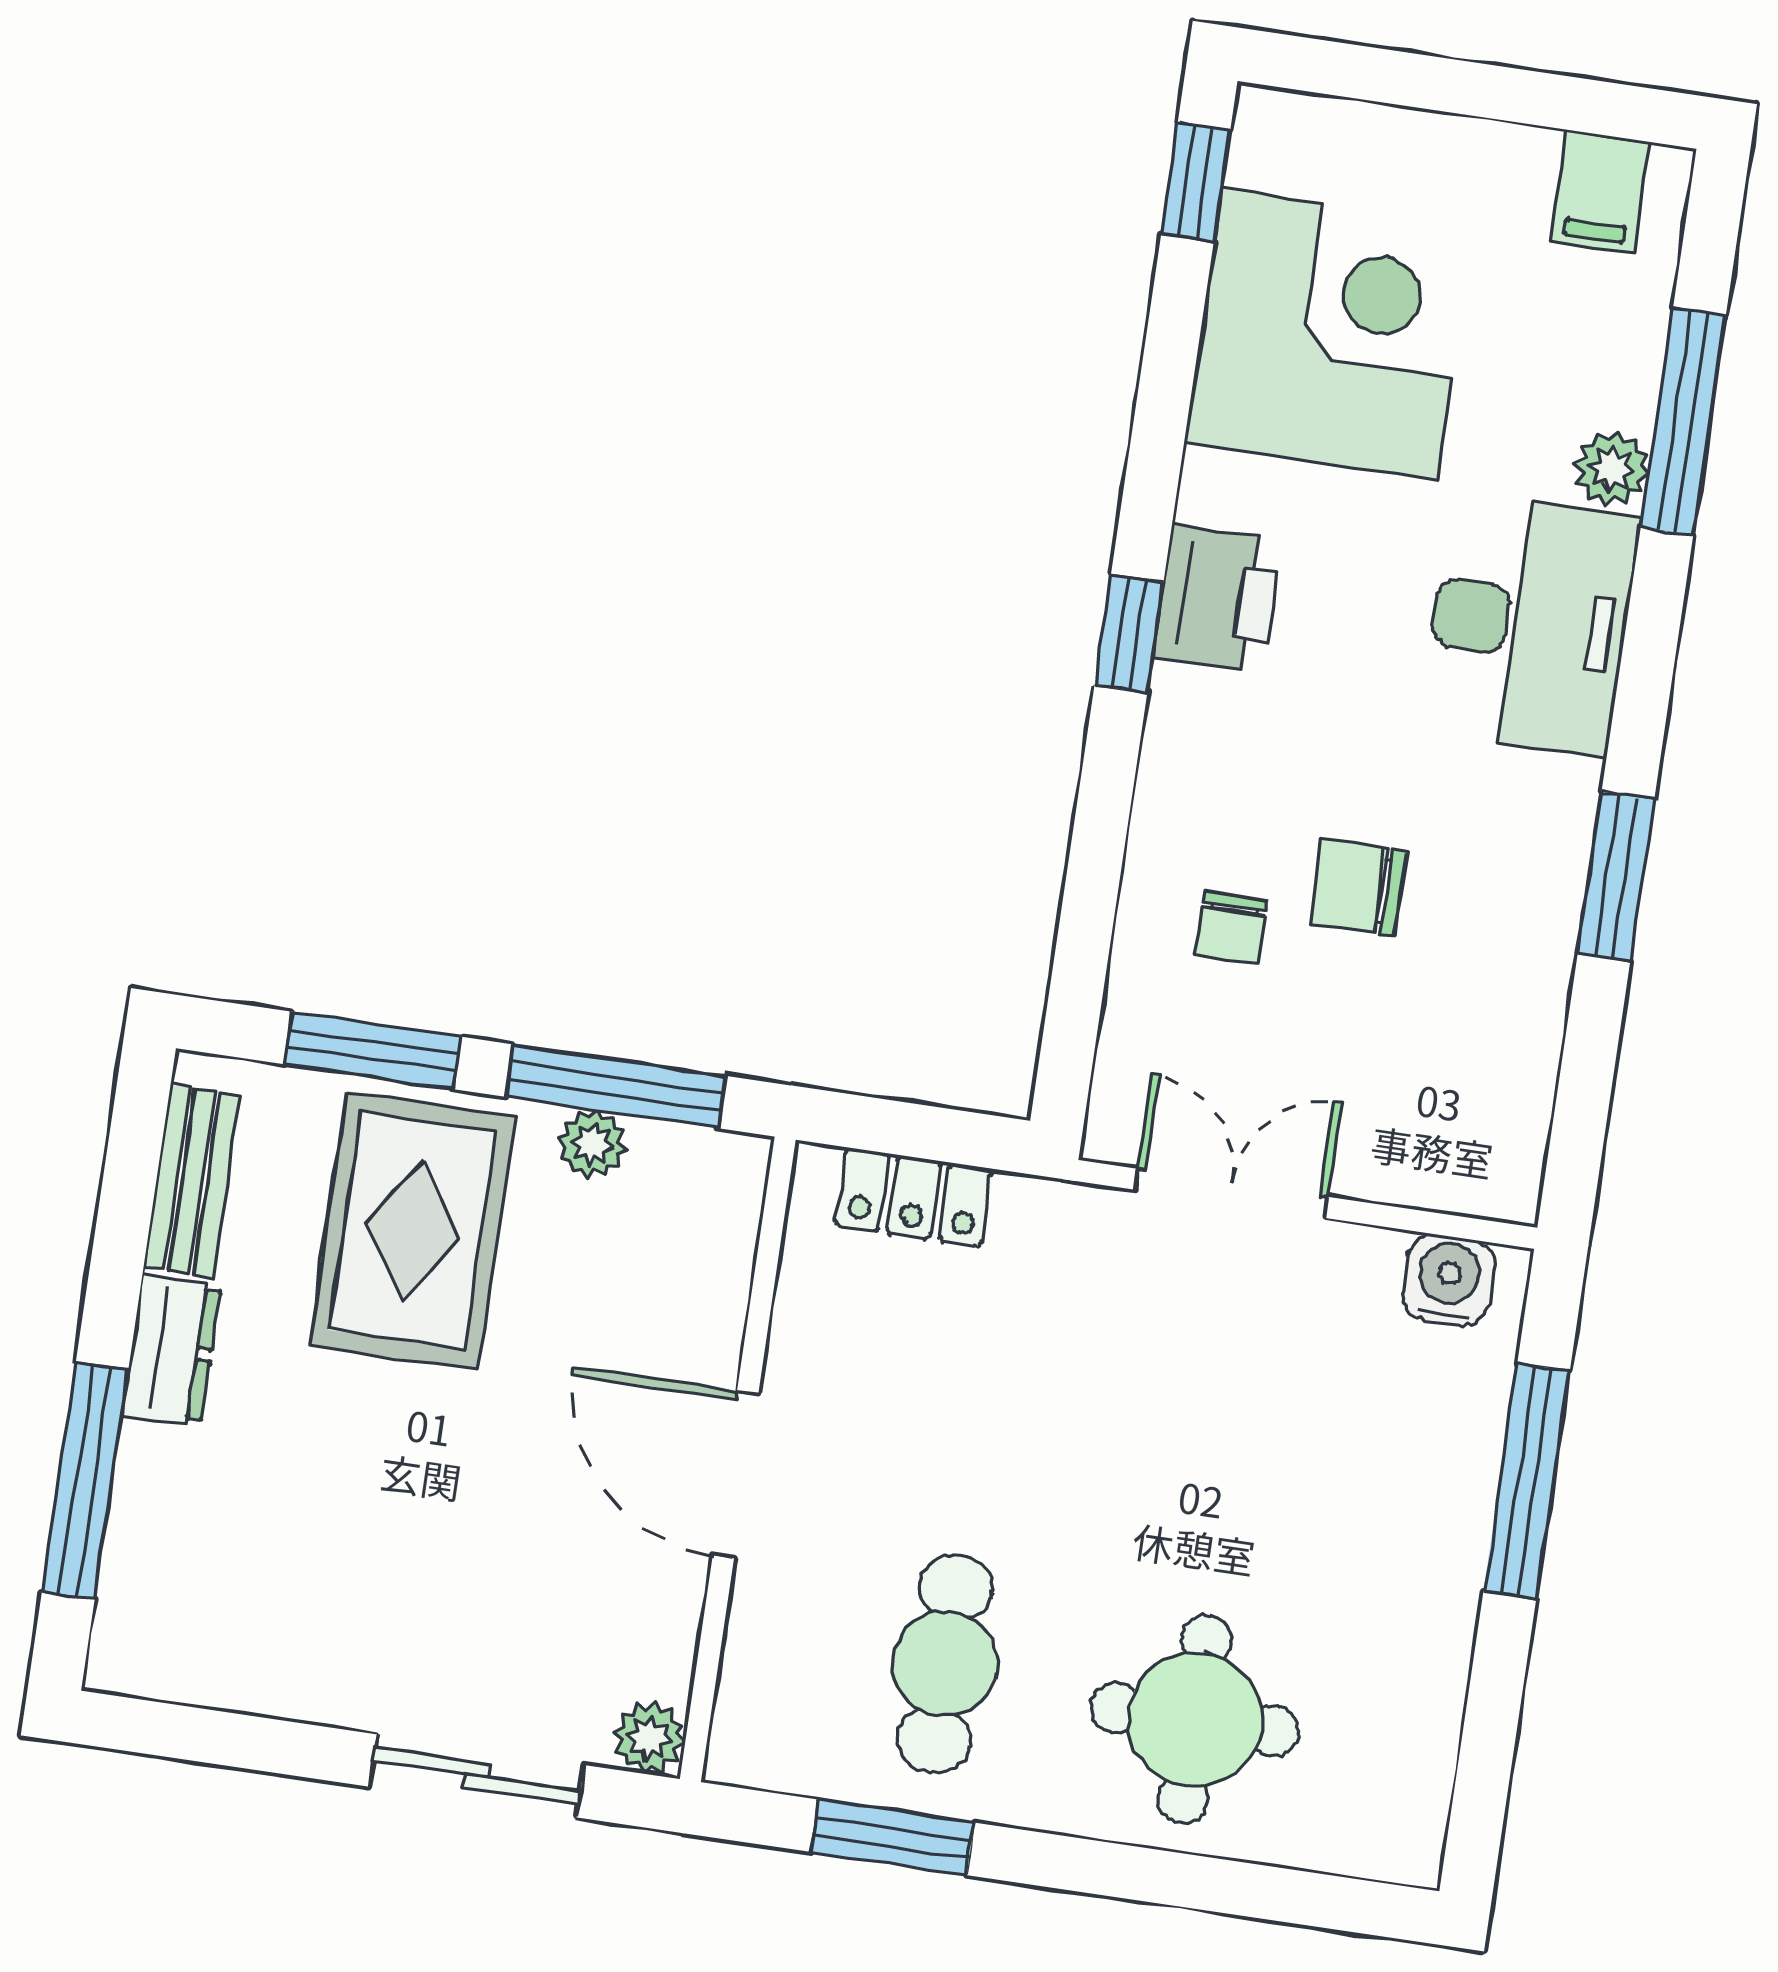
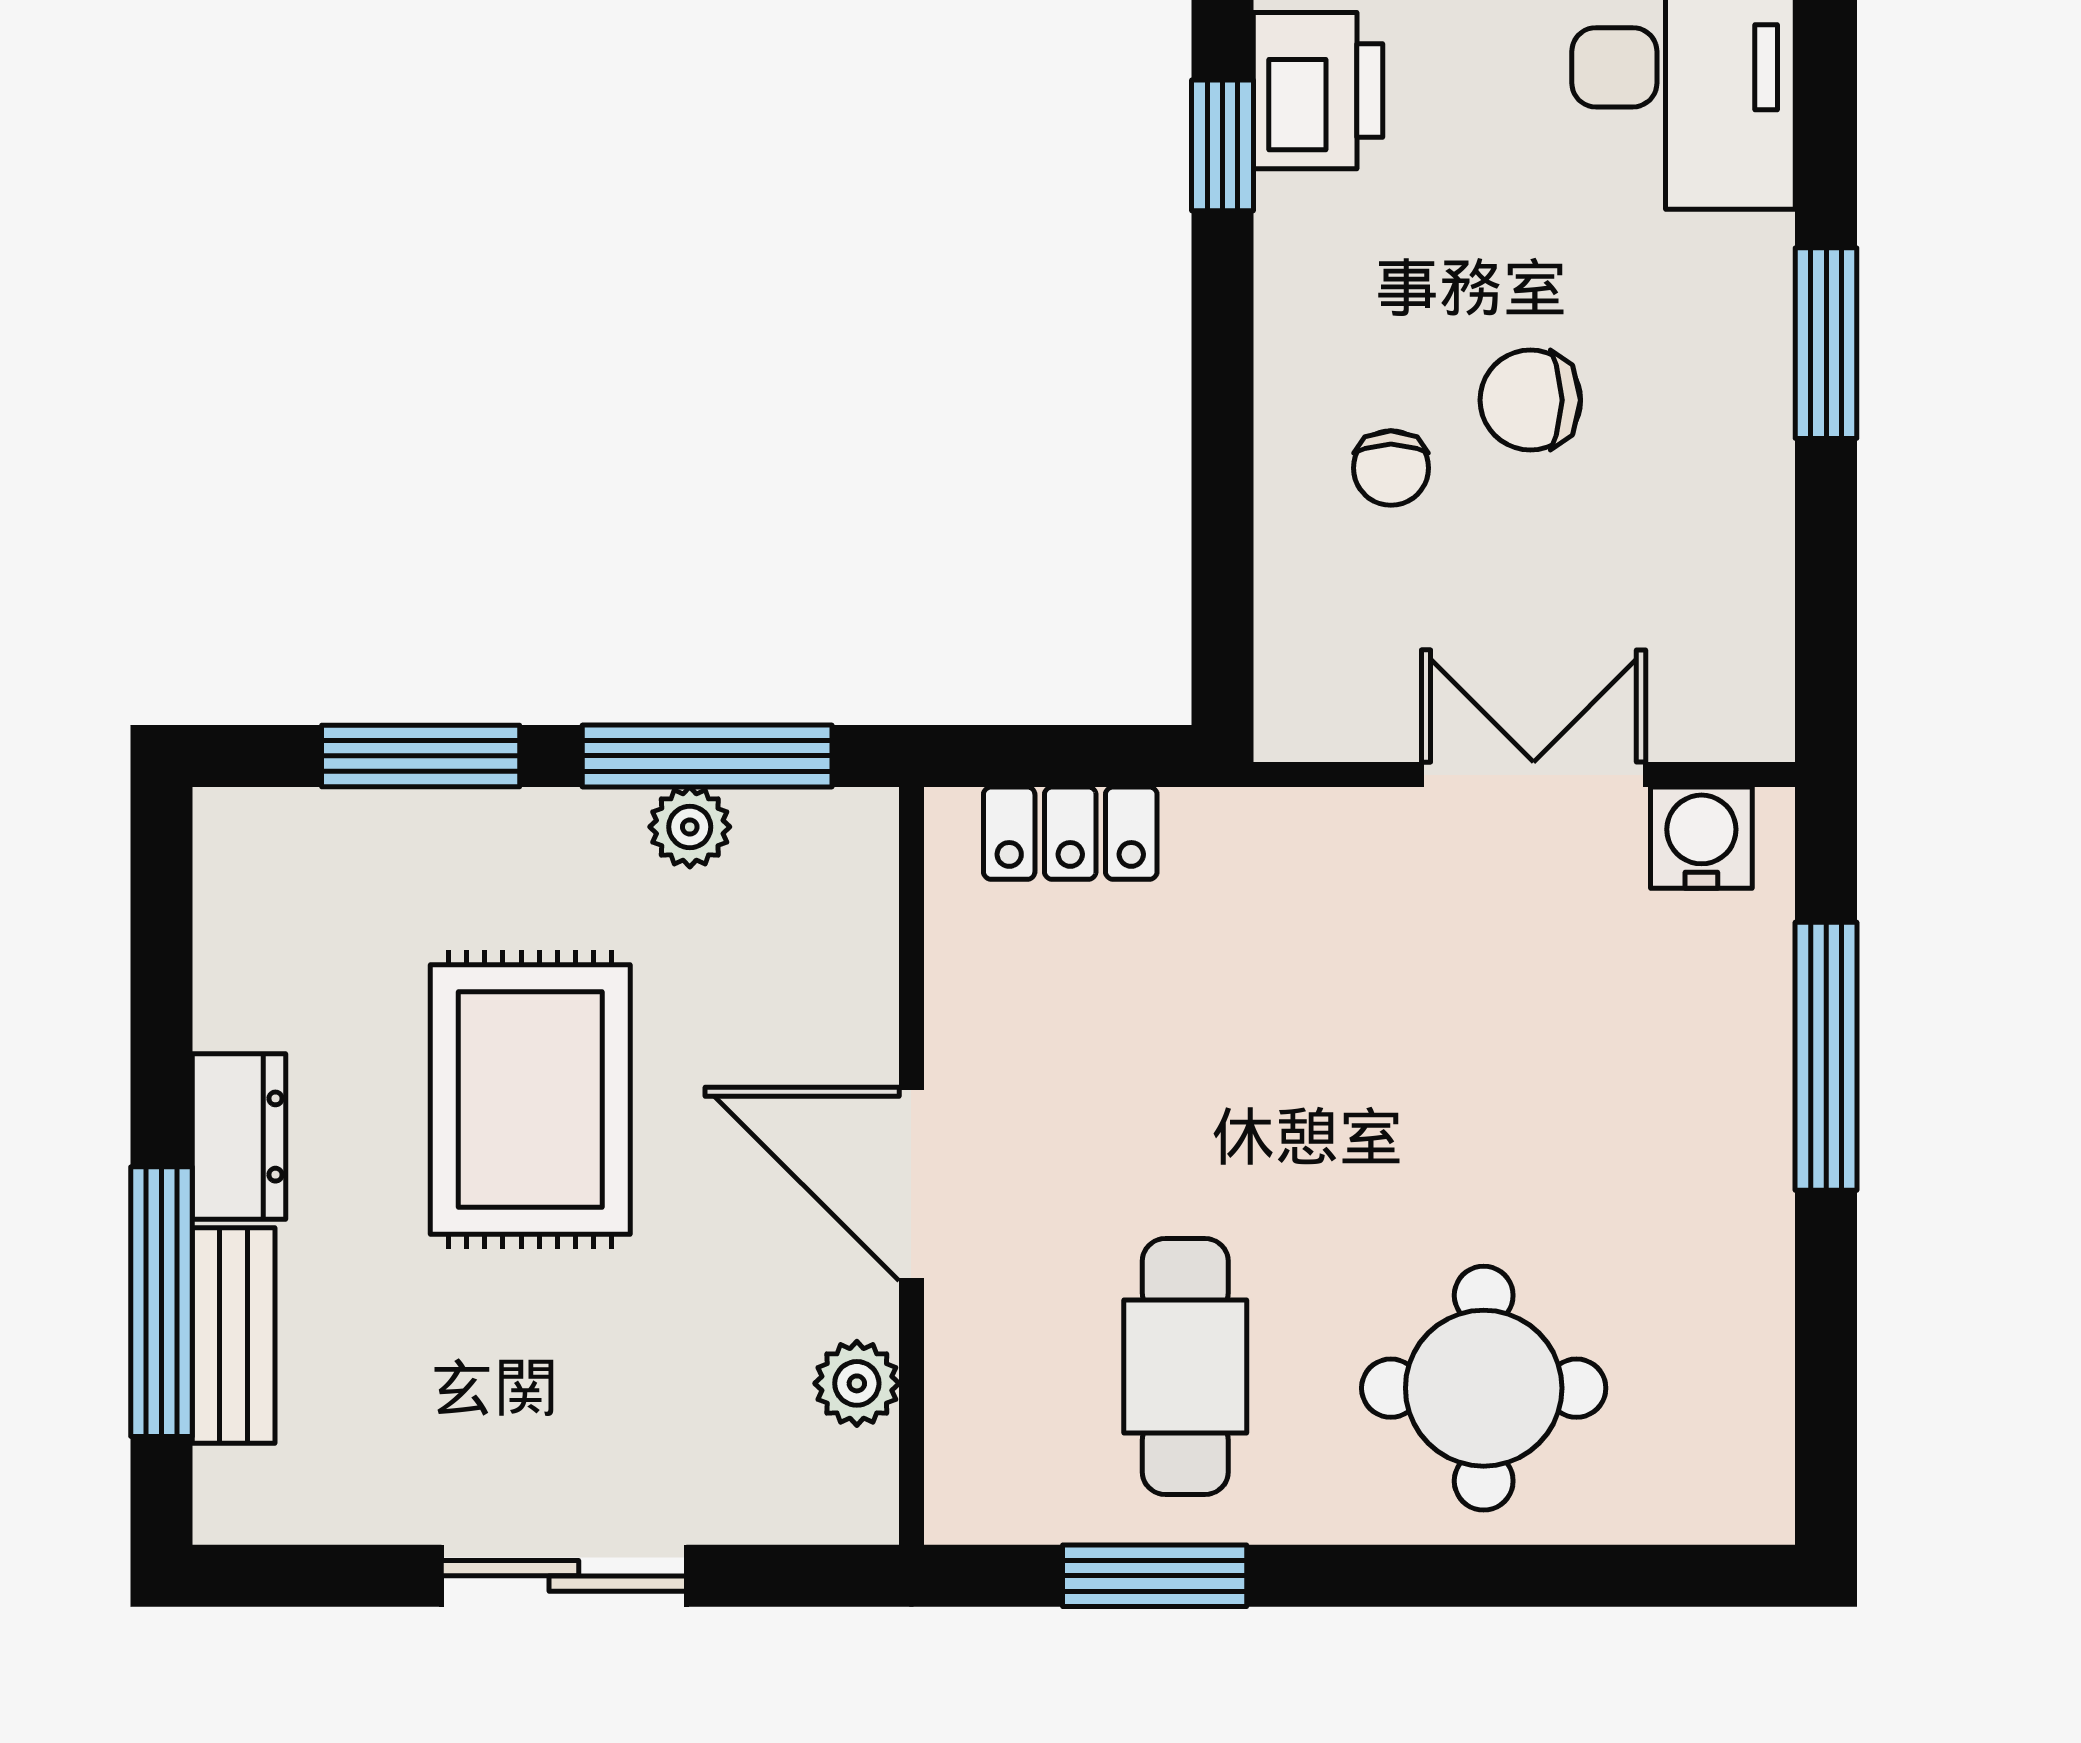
bench: (192, 1181) -> (234, 1336), moved
double door: (1231, 1193) -> (1534, 775), moved
rug: (413, 1231) -> (530, 1099), moved
plant: (649, 1738) -> (857, 1383), moved
sliding door: (477, 1776) -> (564, 1576), moved

